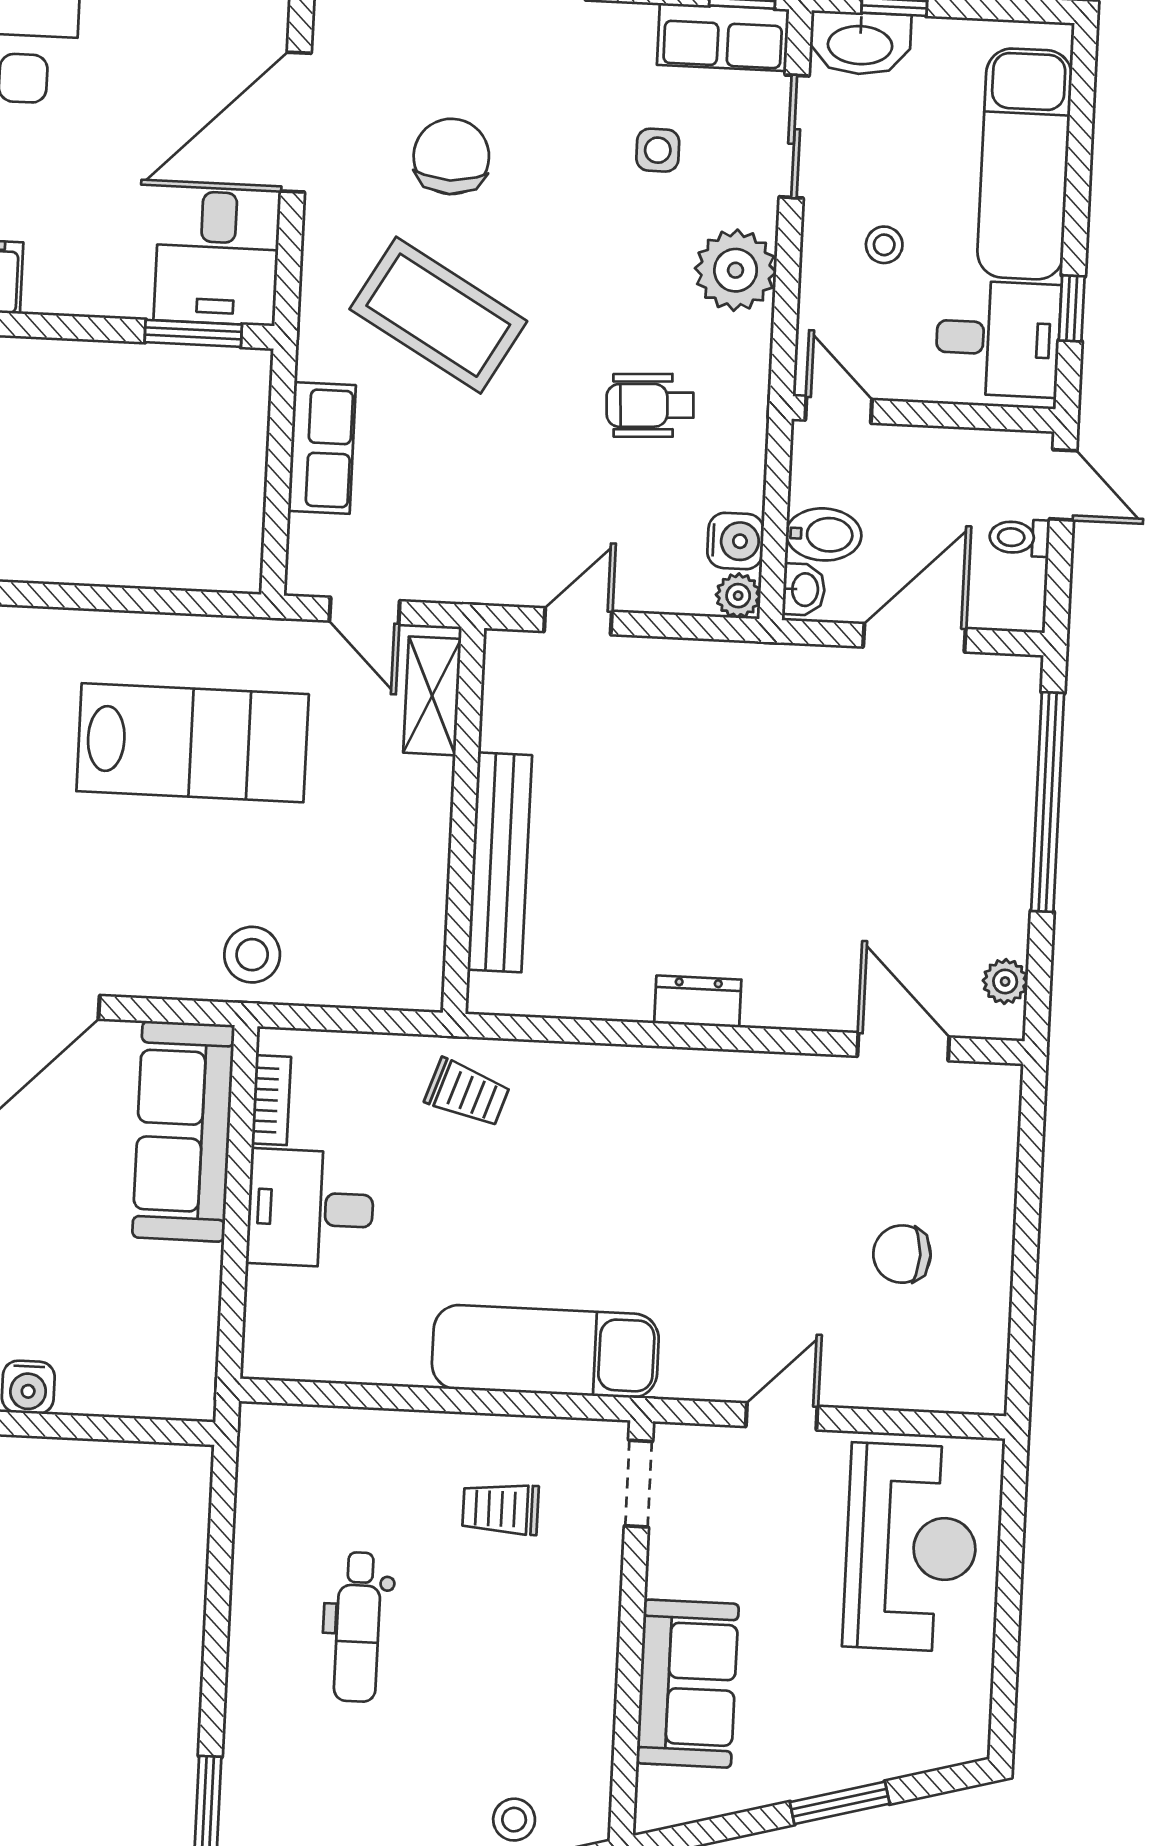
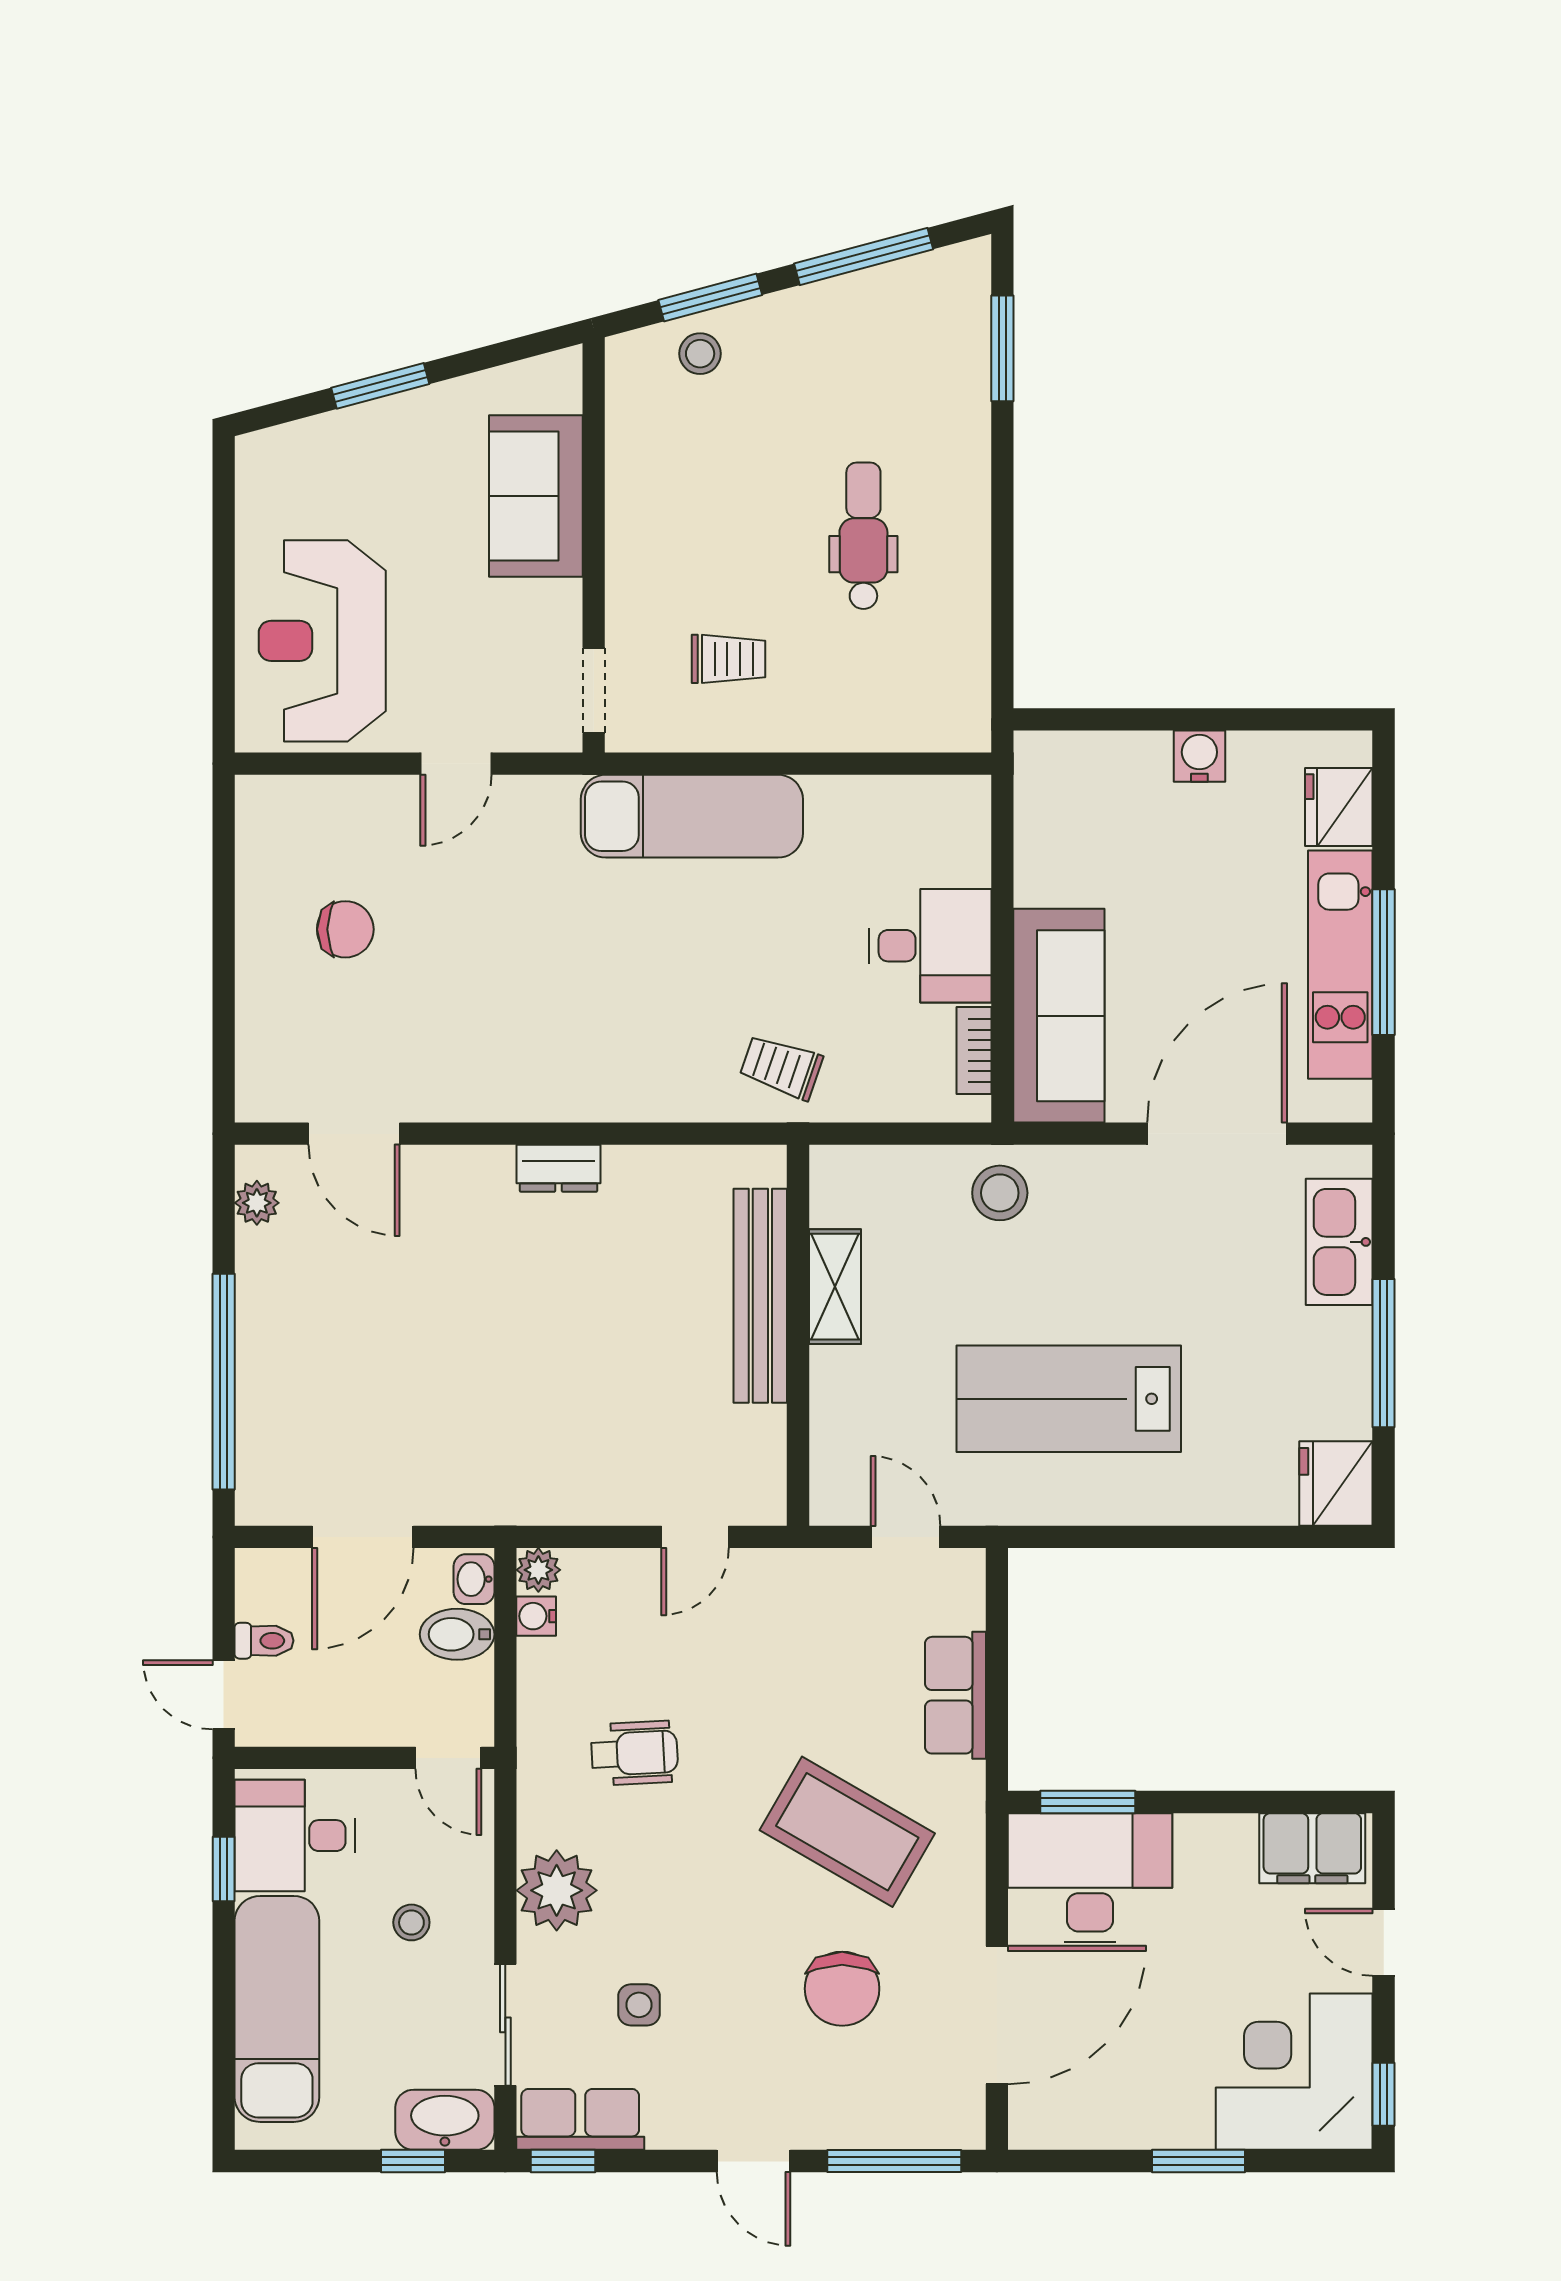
desk: (217, 258) -> (1090, 1878), width x1.37
water cooler: (735, 541) -> (536, 1616), width x0.72, depth x0.72
shelving: (432, 696) -> (835, 1287), moved

